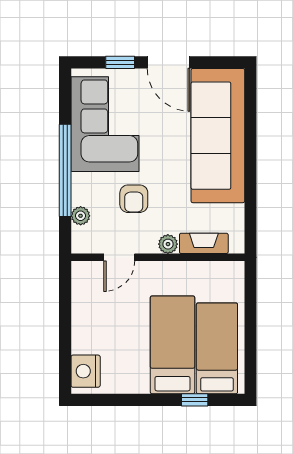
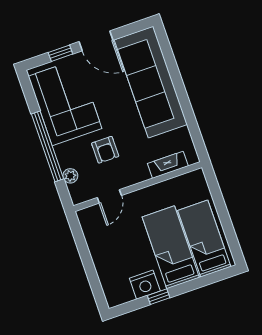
plant: (168, 244) -> (142, 174), removed
nightstand: (86, 371) -> (145, 285), moved, turned -90
window: (195, 400) -> (159, 297), moved

